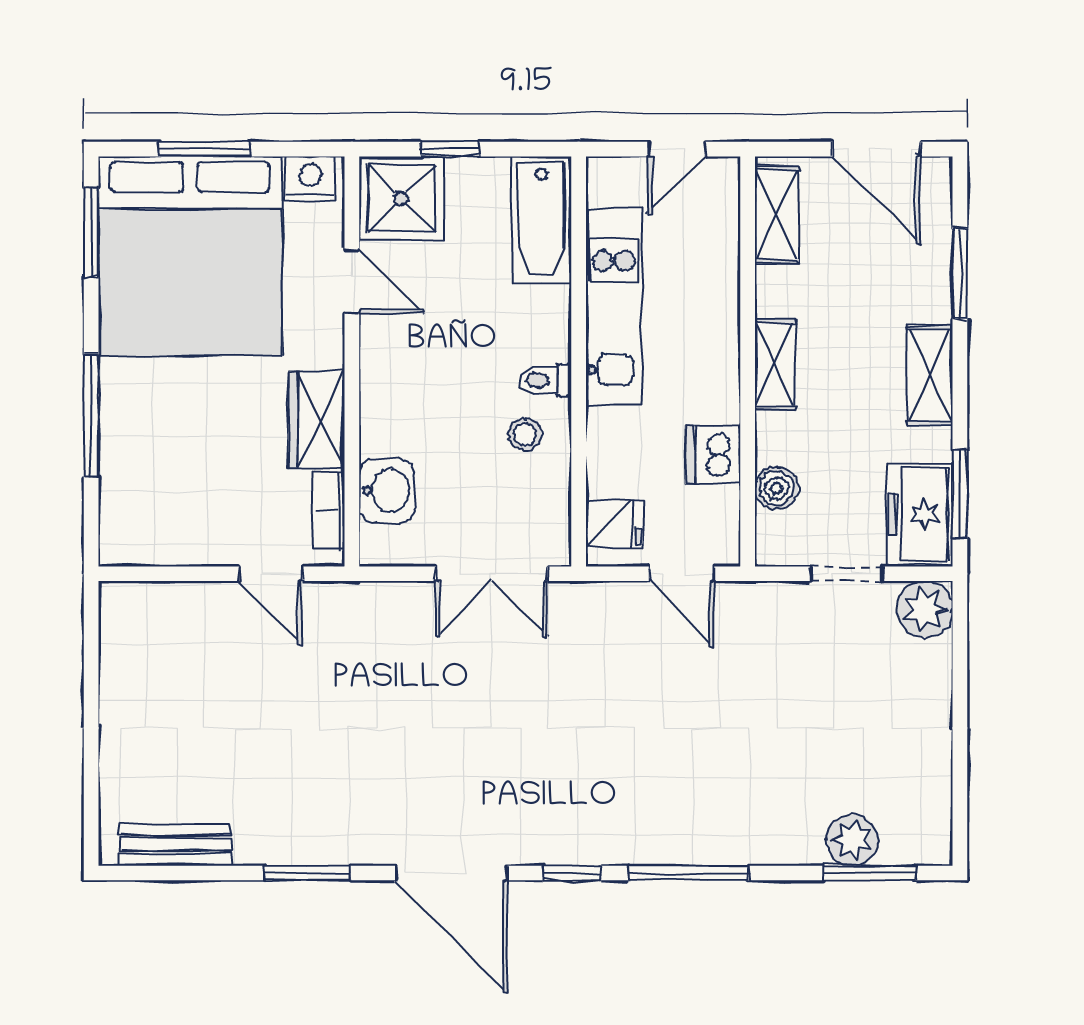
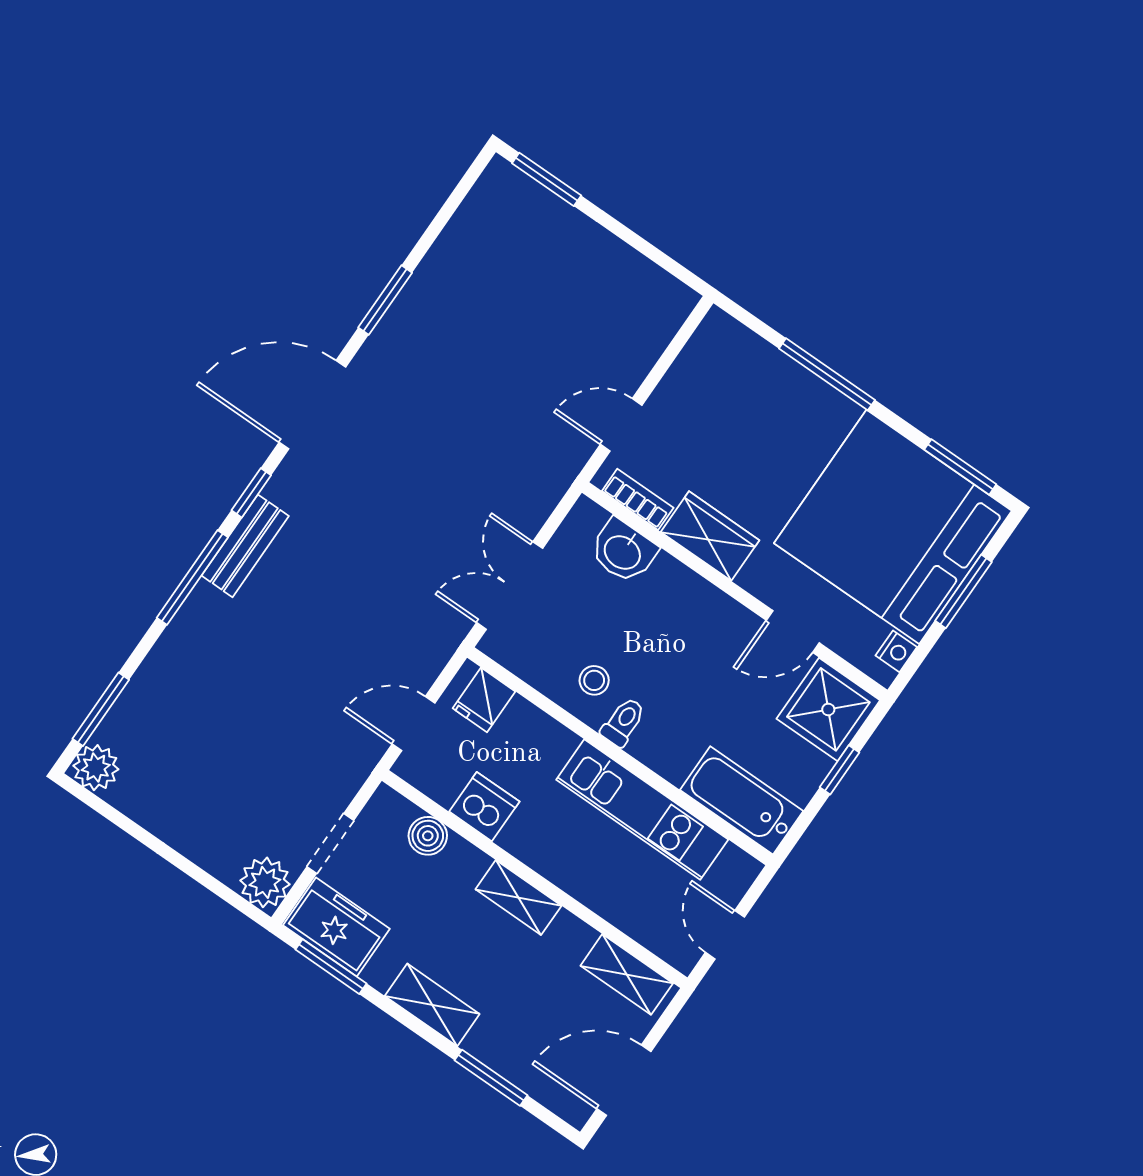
nightstand: (310, 179) -> (896, 651), width x0.72, depth x0.74
window: (91, 801) -> (547, 179), added
plant: (852, 840) -> (96, 768), moved
bench: (176, 844) -> (245, 546), moved

